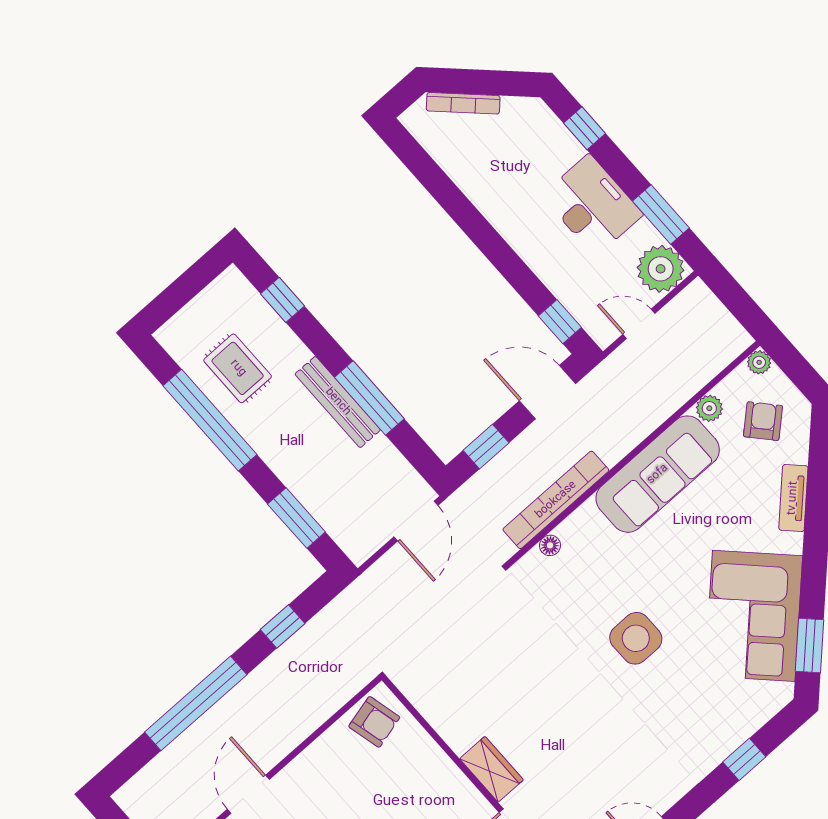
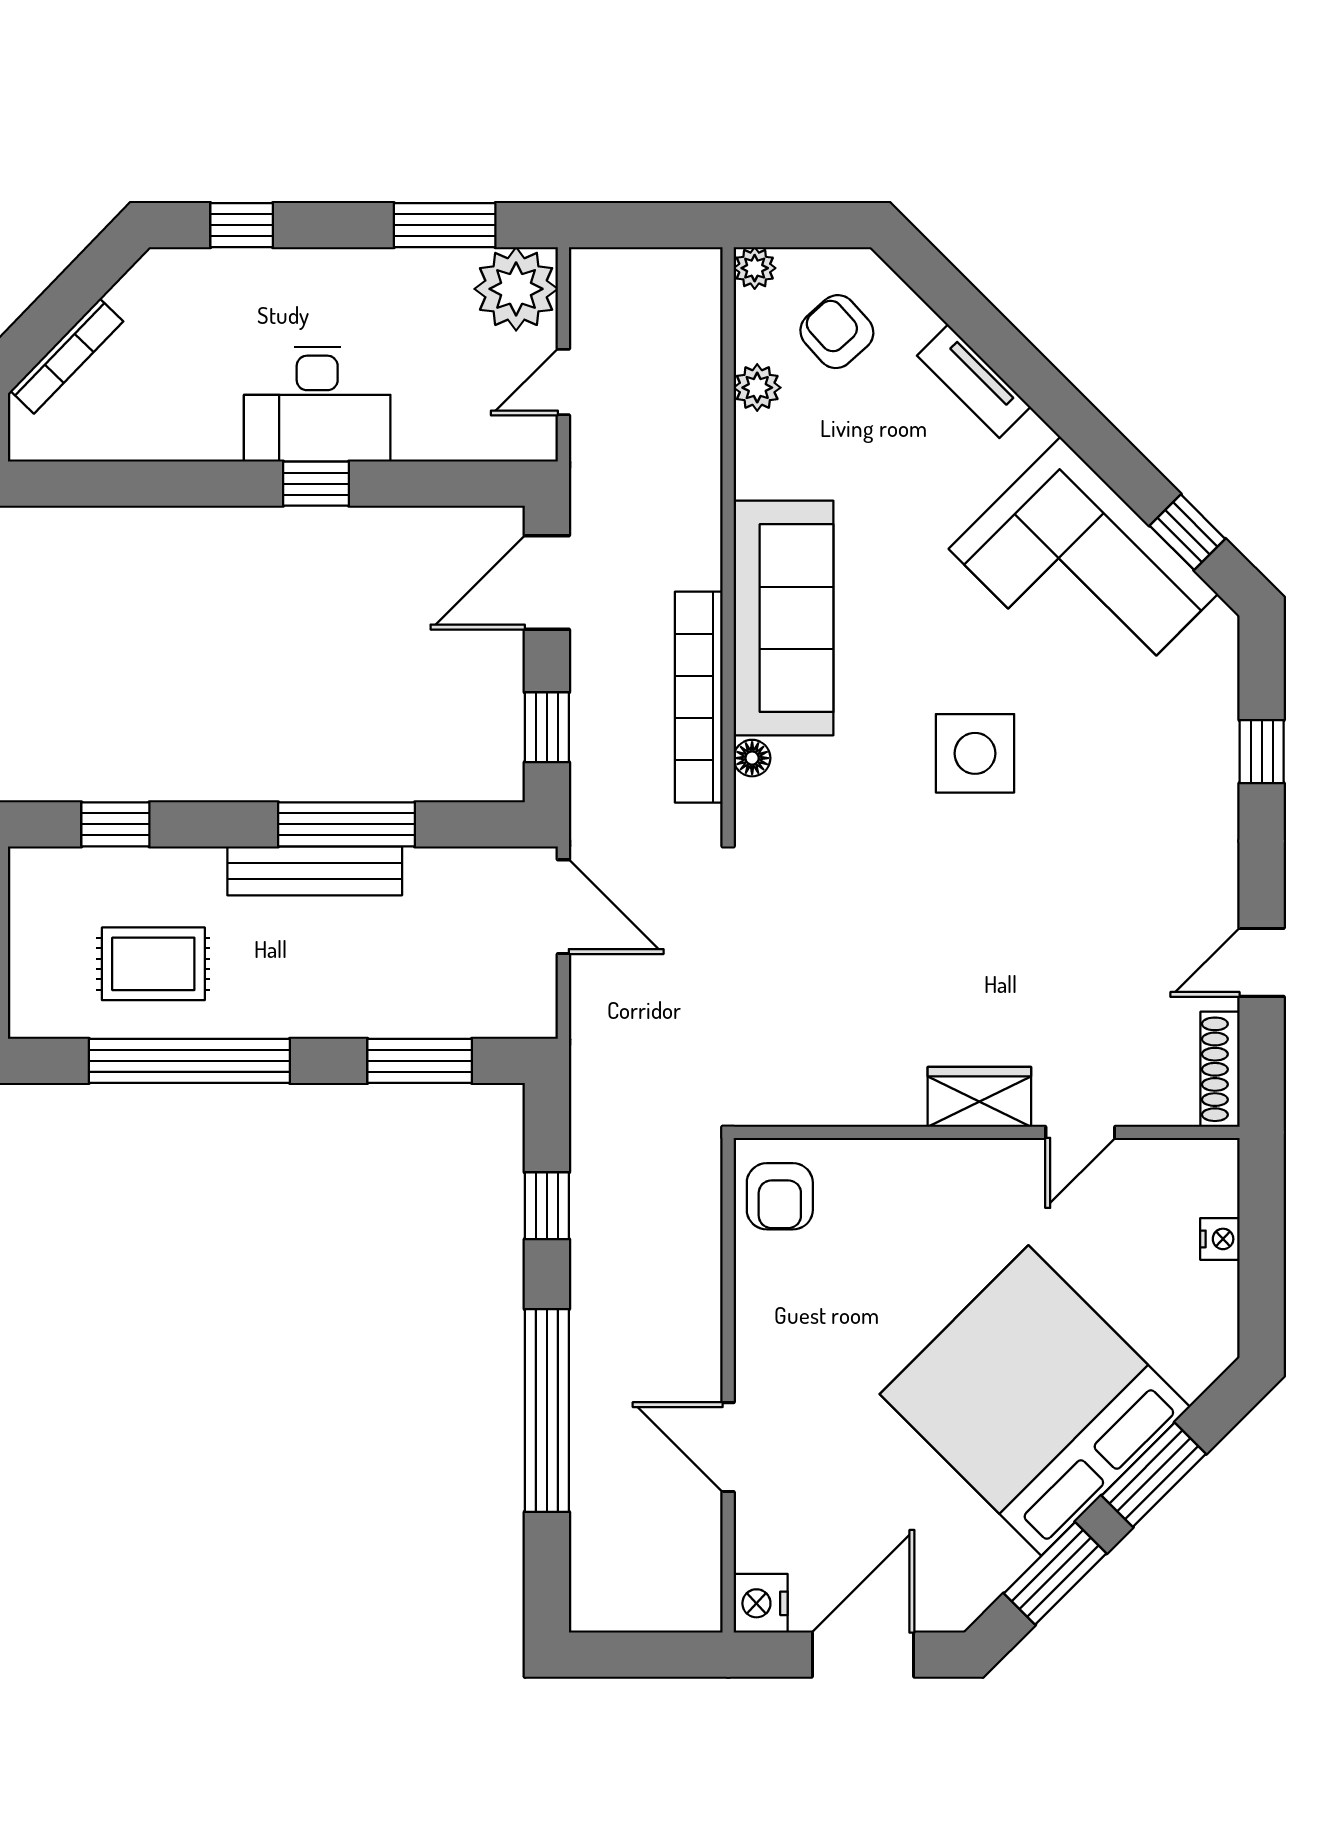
desk: (592, 205) -> (317, 404), moved, turned 180
window: (560, 322) -> (316, 484), moved
sofa: (658, 474) -> (784, 618), moved
window: (810, 645) -> (1187, 532), width x0.67
armchair: (374, 722) -> (780, 1196), turned 104

